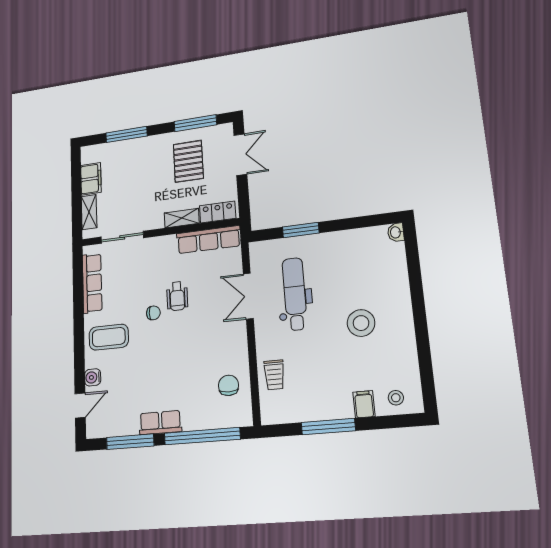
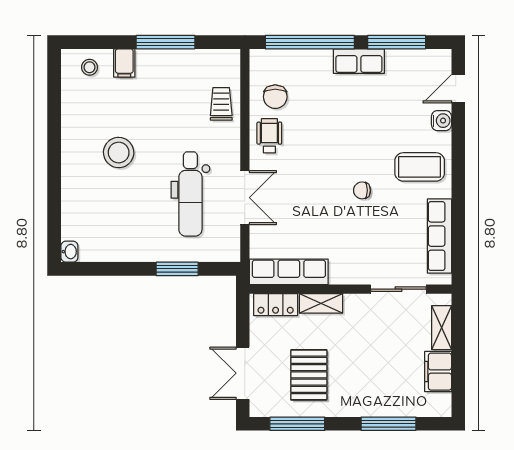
wheelchair: (177, 296) -> (269, 136), moved

